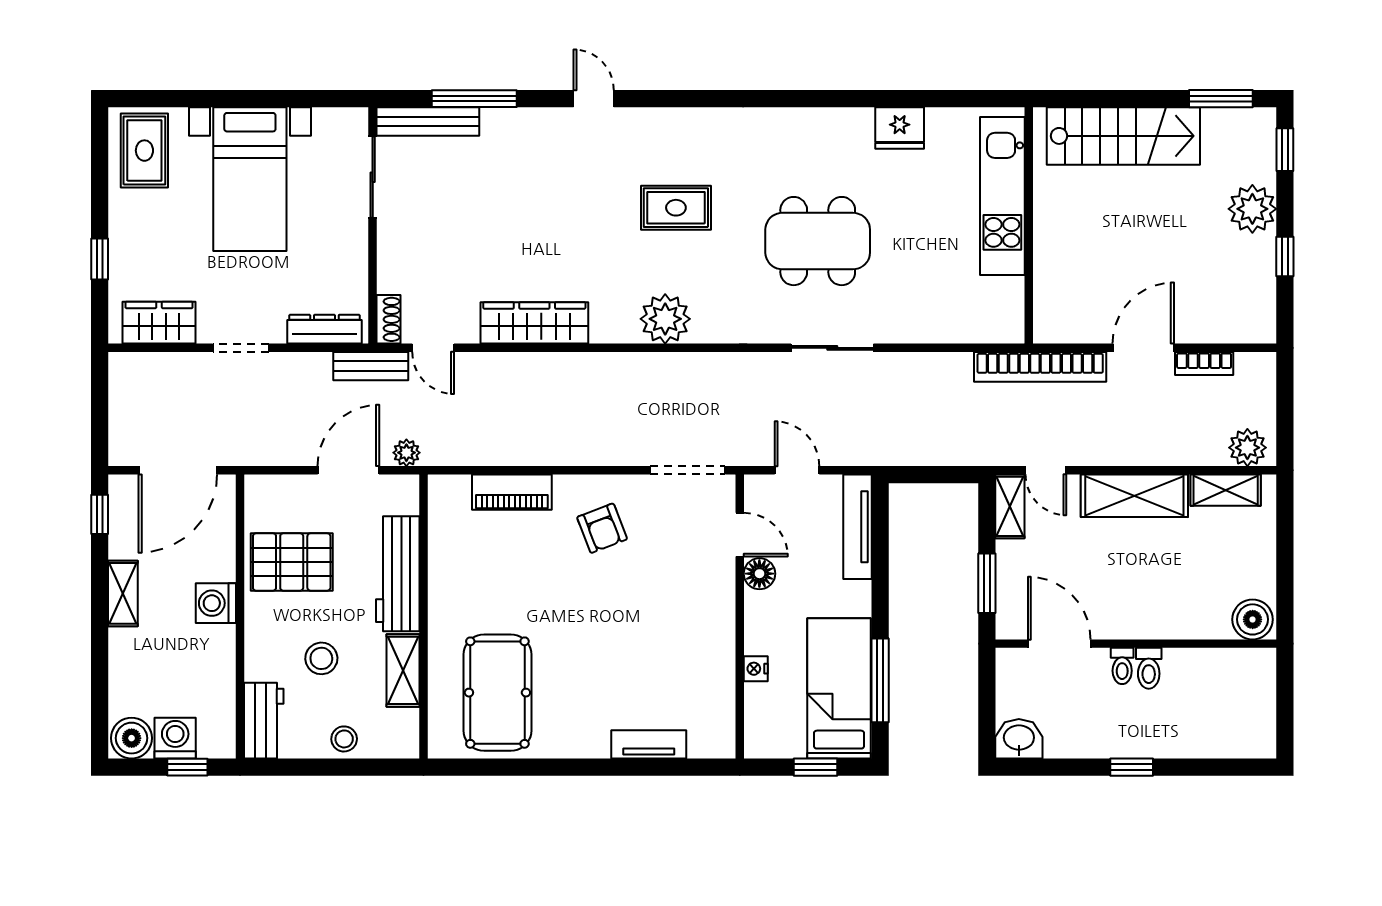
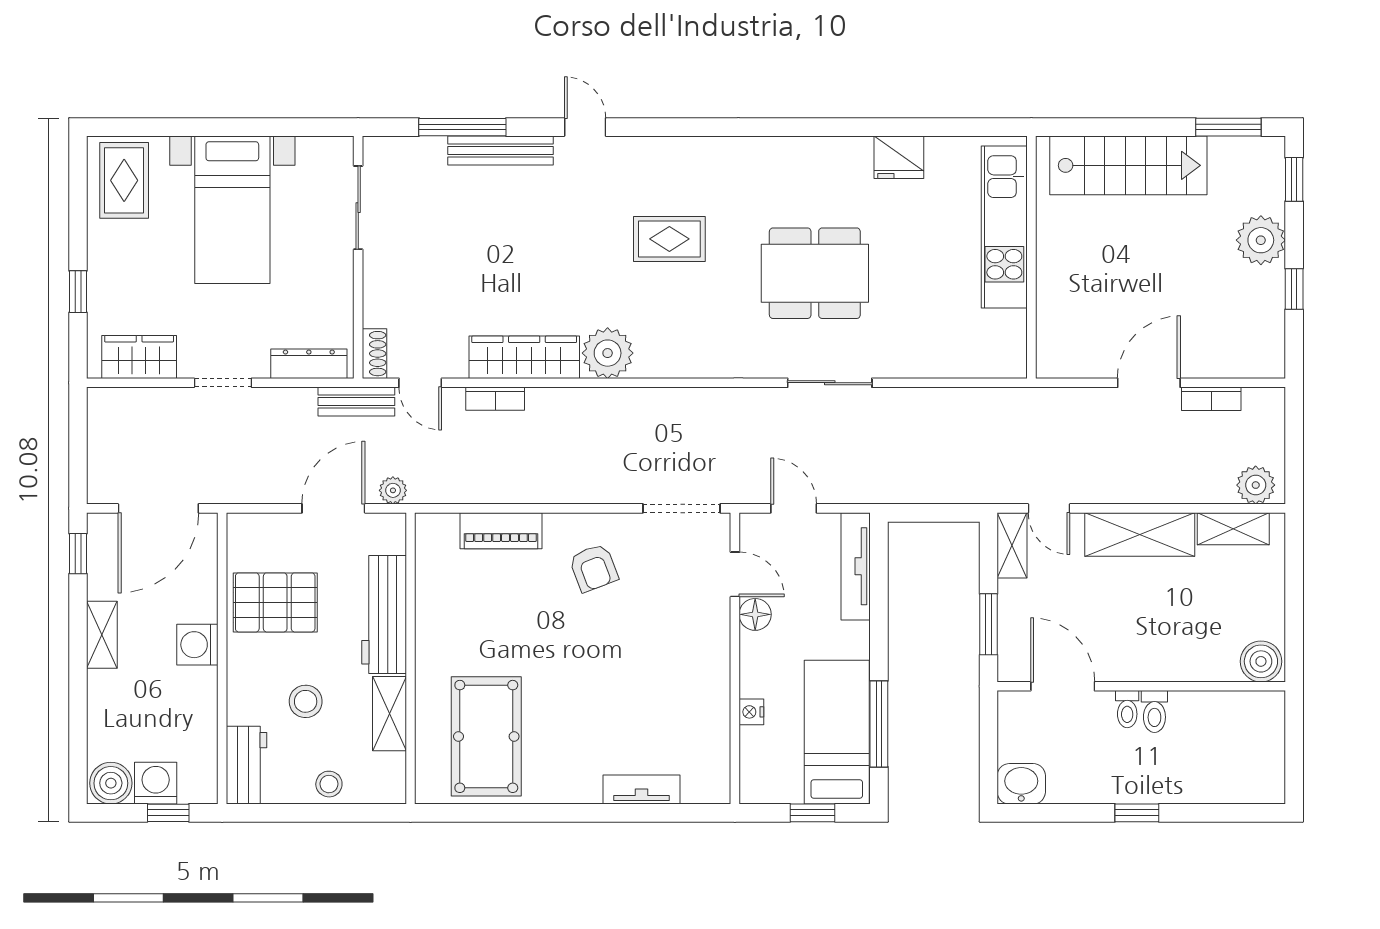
bench: (428, 121) -> (501, 150), moved
plant: (665, 319) -> (608, 353), moved
bookcase: (1040, 367) -> (495, 399), moved, width x0.43, depth x0.76

